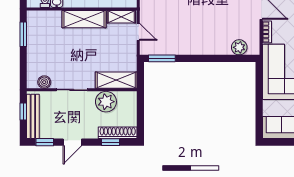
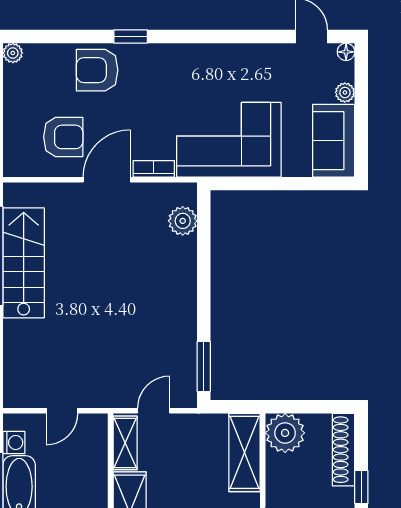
plant: (106, 102) -> (285, 433), moved
window: (110, 142) -> (361, 487), moved

